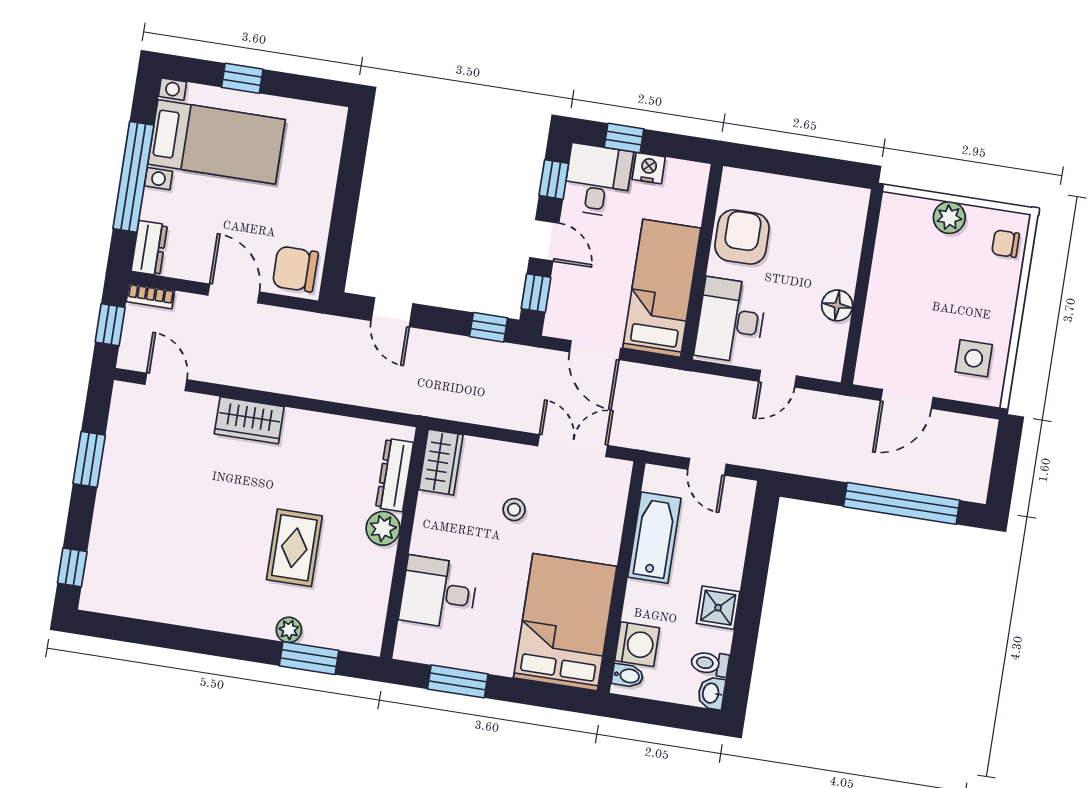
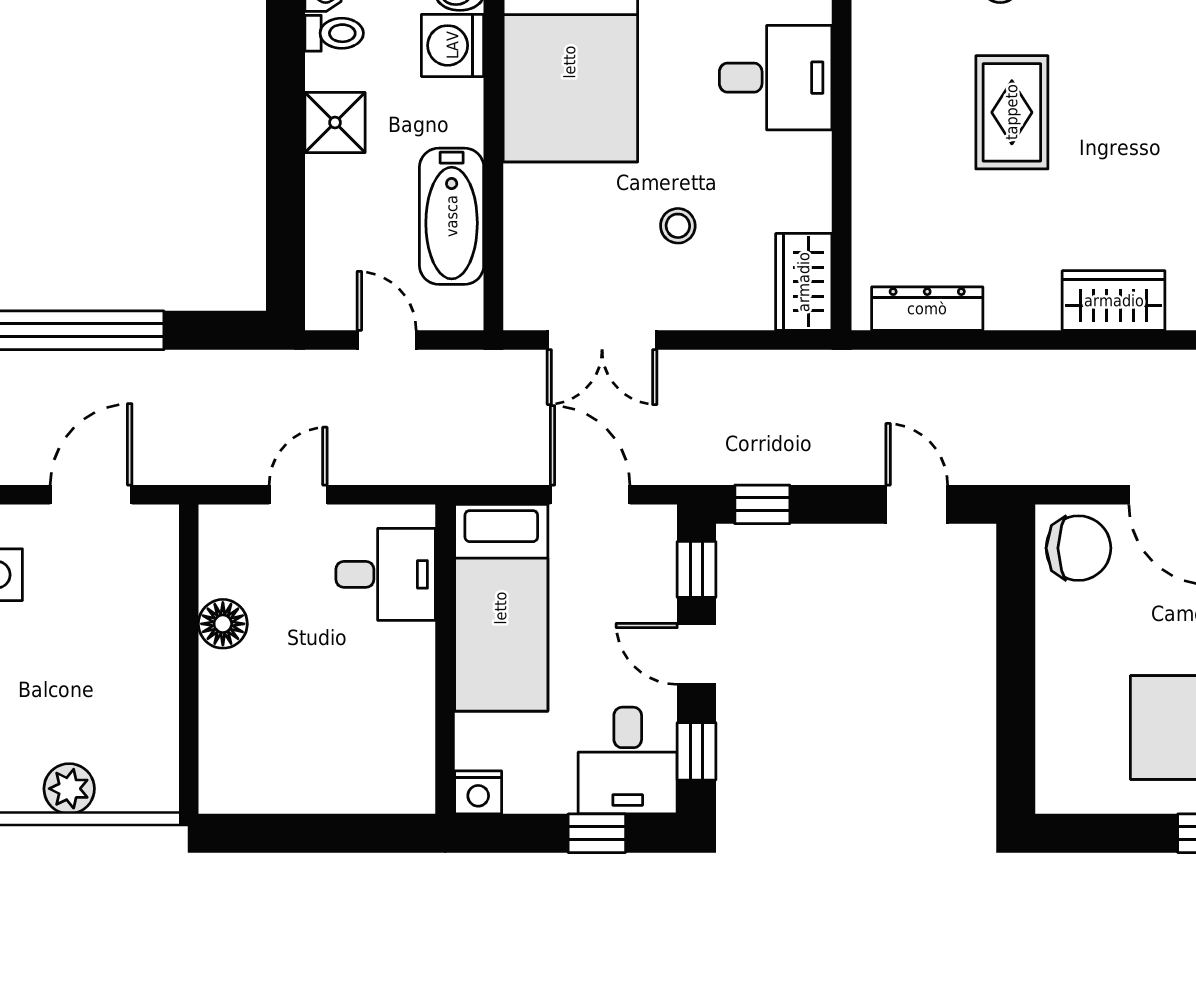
nightstand: (649, 168) -> (478, 792), moved
armchair: (742, 237) -> (388, 707), removed
desk: (731, 320) -> (386, 574), width x0.73
dresser: (395, 475) -> (927, 309), moved, turned -90
plant: (383, 528) -> (878, 164), removed

